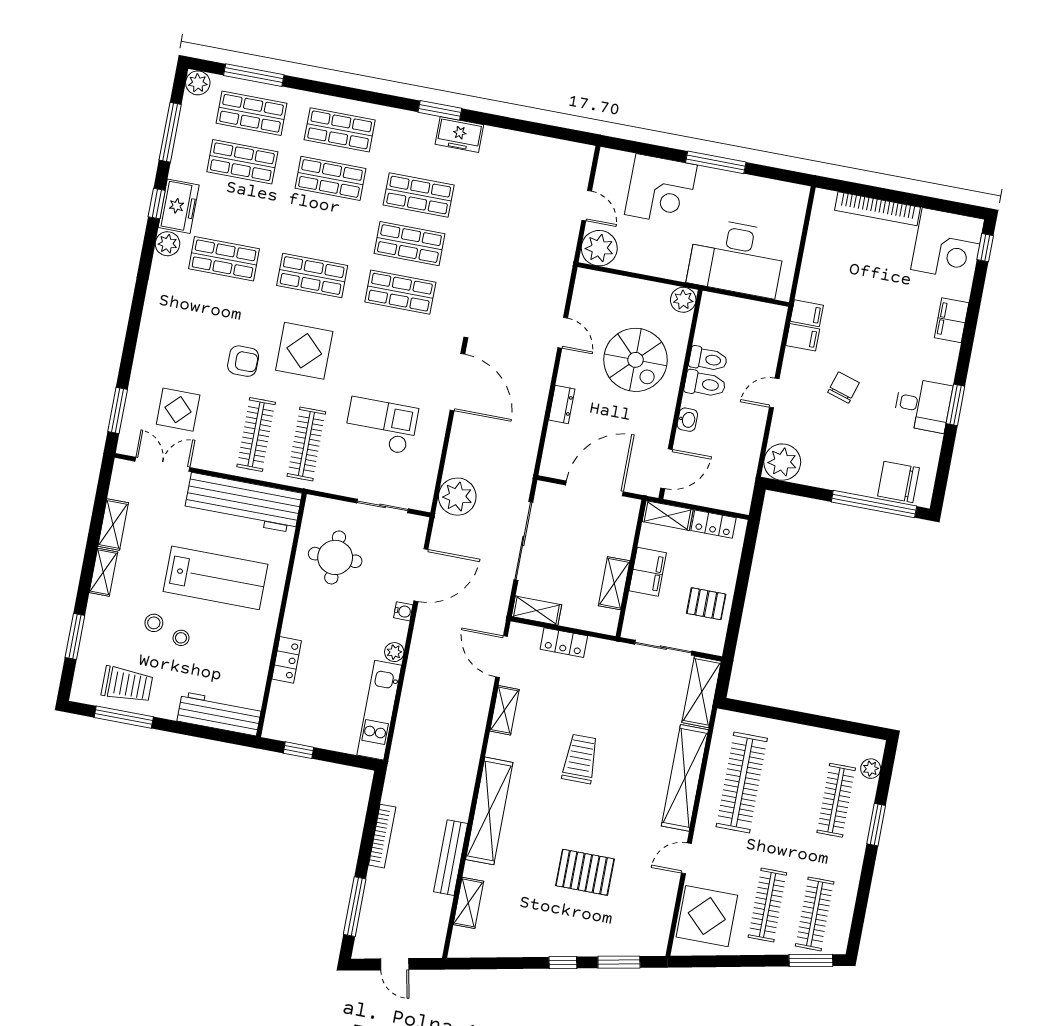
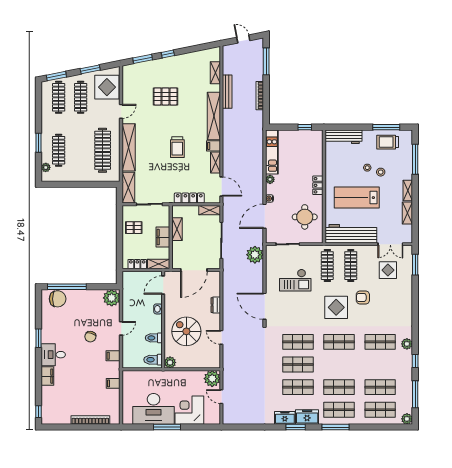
window: (254, 75) -> (336, 427), moved
freezer: (179, 206) -> (307, 417), moved, turned 90
corner desk: (948, 244) -> (56, 410), removed
desk: (737, 258) -> (154, 409), moved, turned 180
filing cabinet: (807, 313) -> (113, 383), moved
toilet: (705, 384) -> (153, 360), moved
desk: (923, 405) -> (53, 355), moved
window: (75, 636) -> (415, 159), width x1.44
locker: (564, 643) -> (189, 198), width x1.53
locker: (287, 660) -> (318, 185), moved
filing cabinet: (502, 747) -> (213, 146), added
window: (736, 961) -> (90, 69), added

